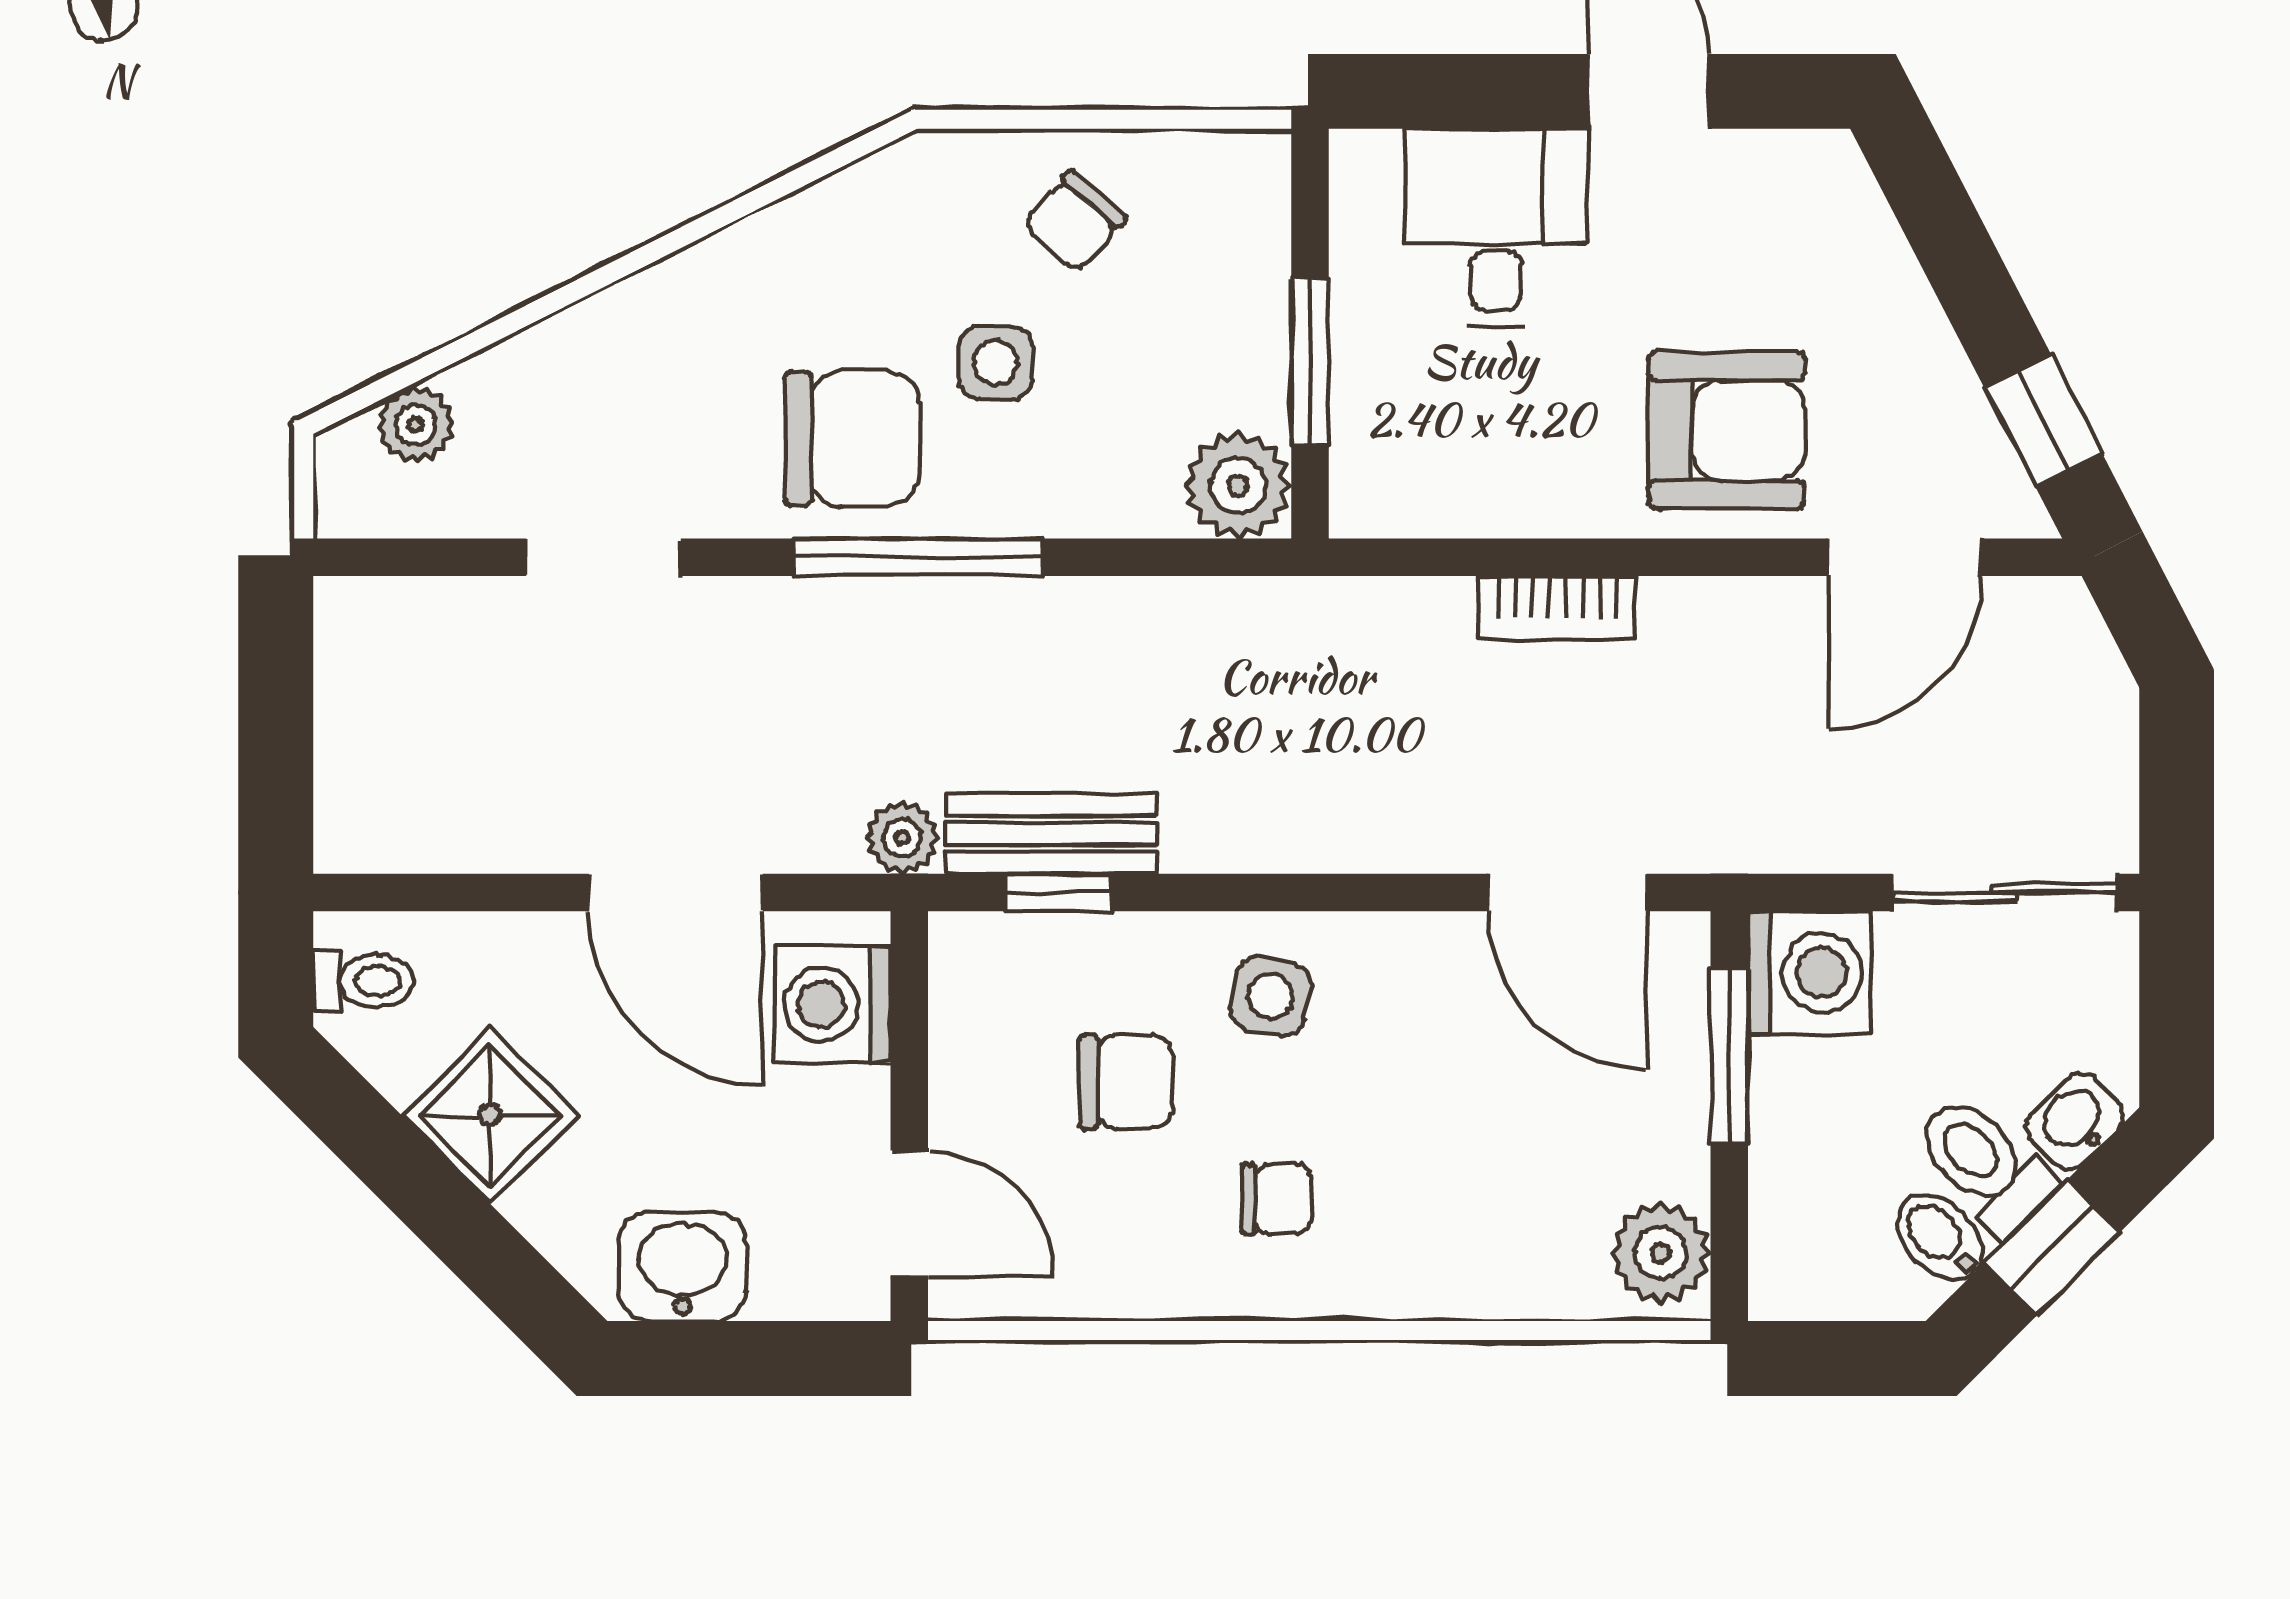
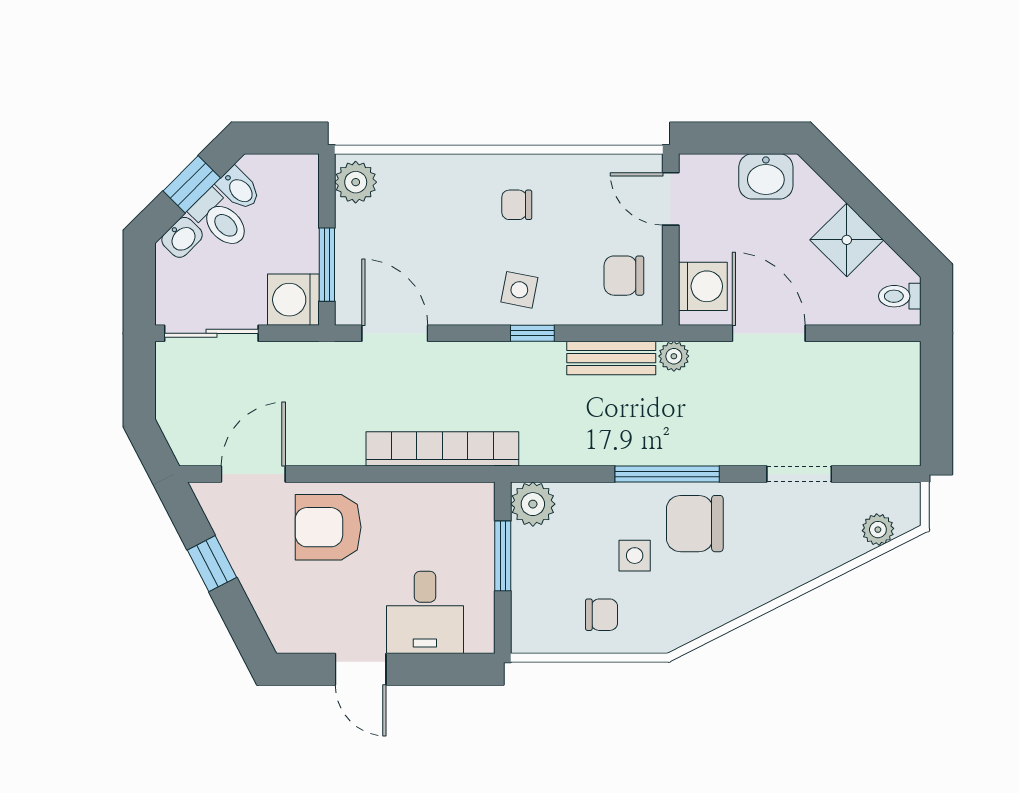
chair: (1074, 222) -> (602, 615), turned 49
window: (2043, 420) -> (212, 564), moved
bookcase: (1557, 607) -> (442, 449), width x2.31, depth x1.31
window: (1058, 893) -> (532, 333), moved
chair: (1126, 1082) -> (624, 276), moved

